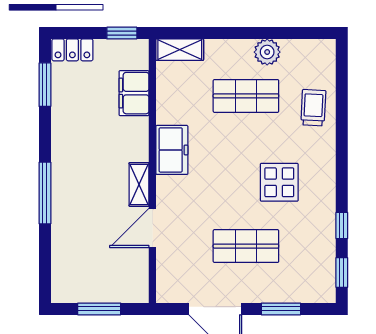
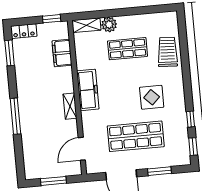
plant: (267, 52) -> (109, 25), moved
trolley: (313, 108) -> (168, 52), width x1.36, depth x1.39
freezer: (172, 150) -> (88, 90), width x1.40
door: (152, 228) -> (82, 149), moved
shop shelf: (246, 246) -> (136, 136), width x1.43, depth x1.36

